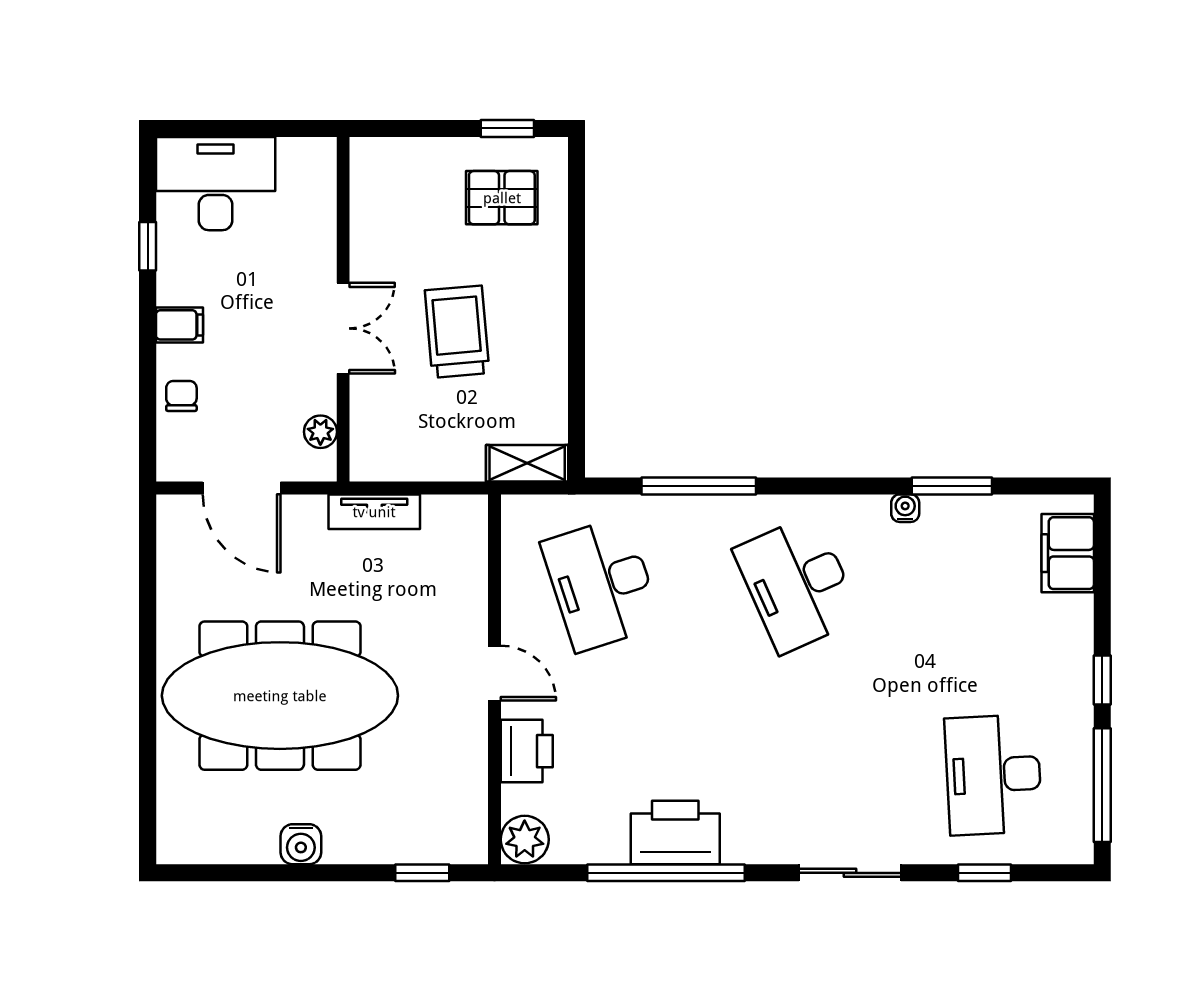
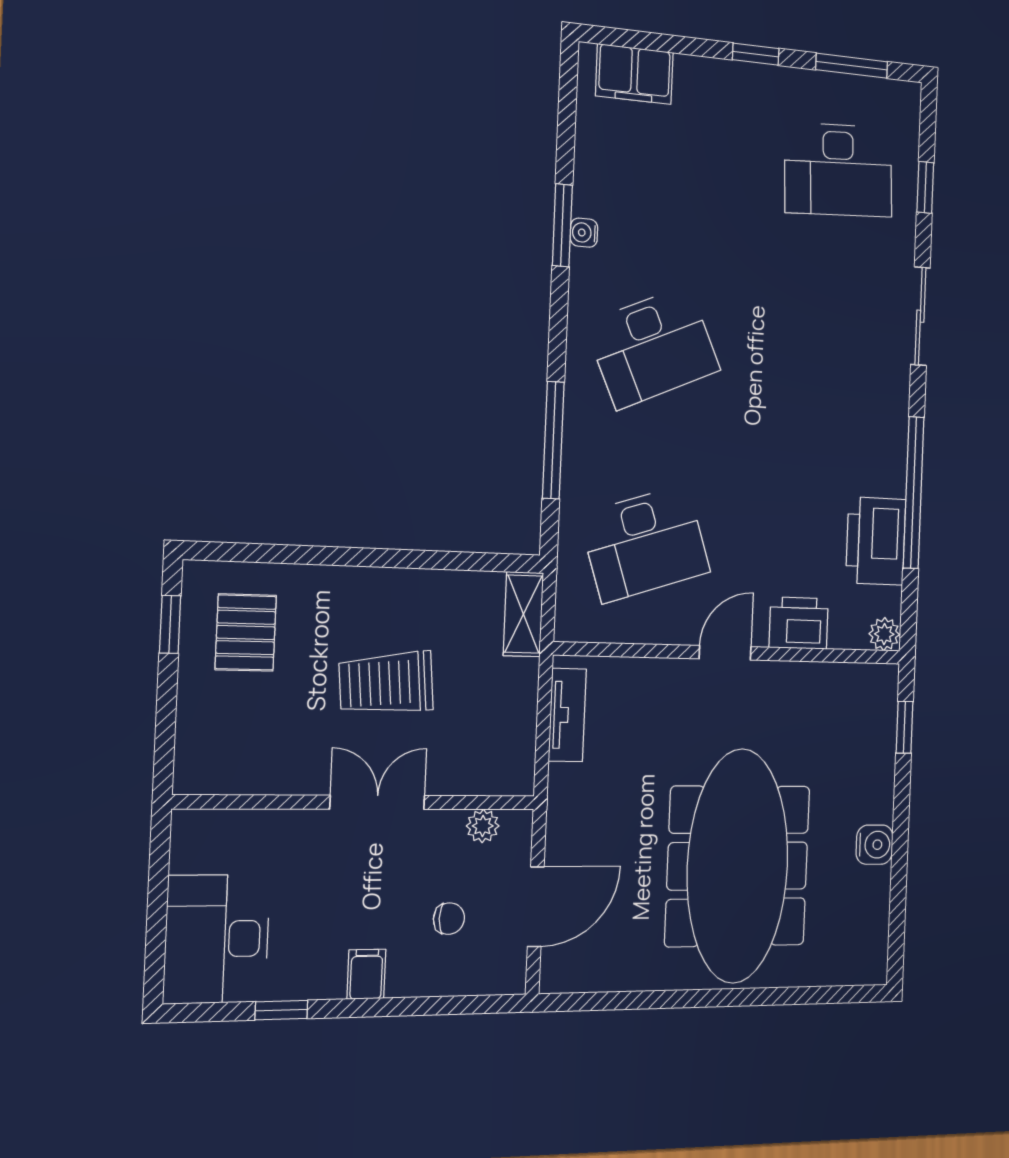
chair: (181, 396) -> (449, 919), moved, turned 180
window: (952, 486) -> (562, 225), moved
tv unit: (374, 512) -> (567, 715), moved
window: (1102, 785) -> (852, 66), width x0.69
printer: (675, 832) -> (876, 541), moved
plant: (525, 840) -> (884, 634), width x0.73, depth x0.73

